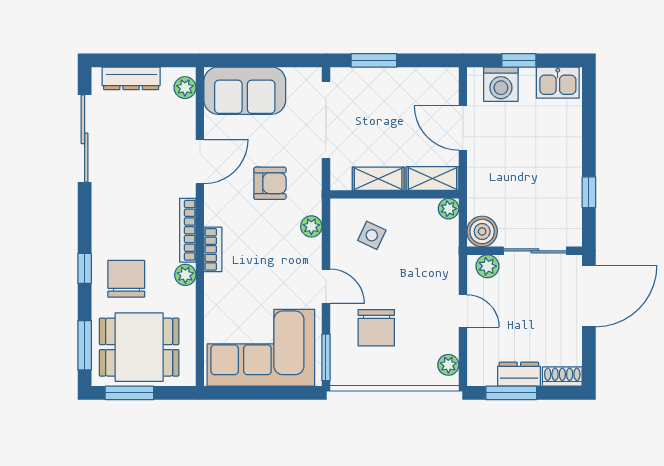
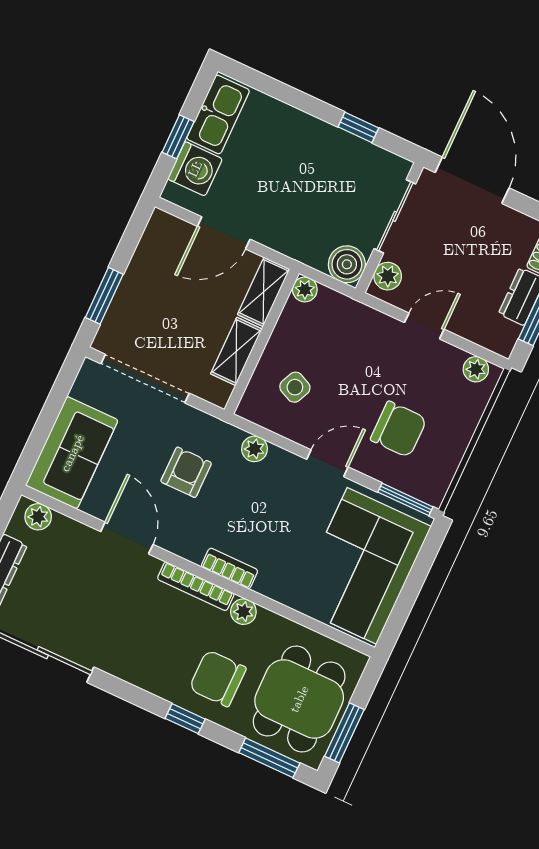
kitchen sink: (558, 83) -> (218, 114), width x1.38

